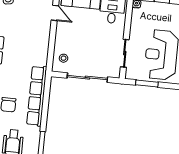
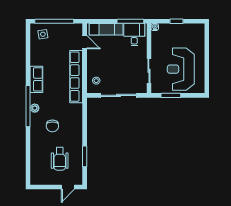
row of seats: (37, 96) -> (76, 77), moved

